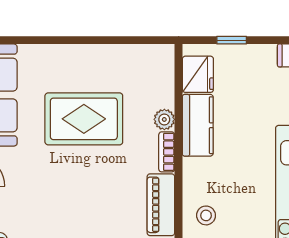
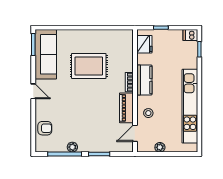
plant: (164, 119) -> (128, 66), removed
kitchen counter: (198, 125) -> (144, 80), moved

